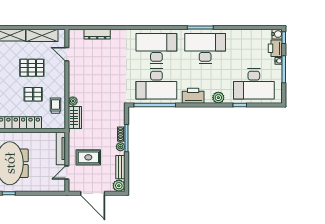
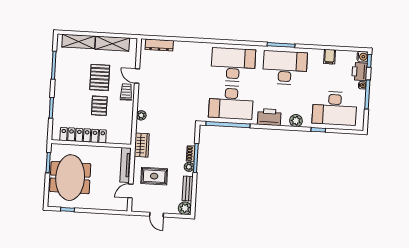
dresser: (97, 34) -> (159, 45), moved
filing cabinet: (246, 36) -> (330, 57), added
door: (67, 54) -> (137, 76), moved
pallet: (32, 68) -> (100, 77), turned 90
pallet: (33, 94) -> (99, 106), turned 90
trolley: (56, 106) -> (126, 92), moved
wardrobe: (75, 118) -> (142, 145), moved
door: (93, 193) -> (157, 215), width x0.53

